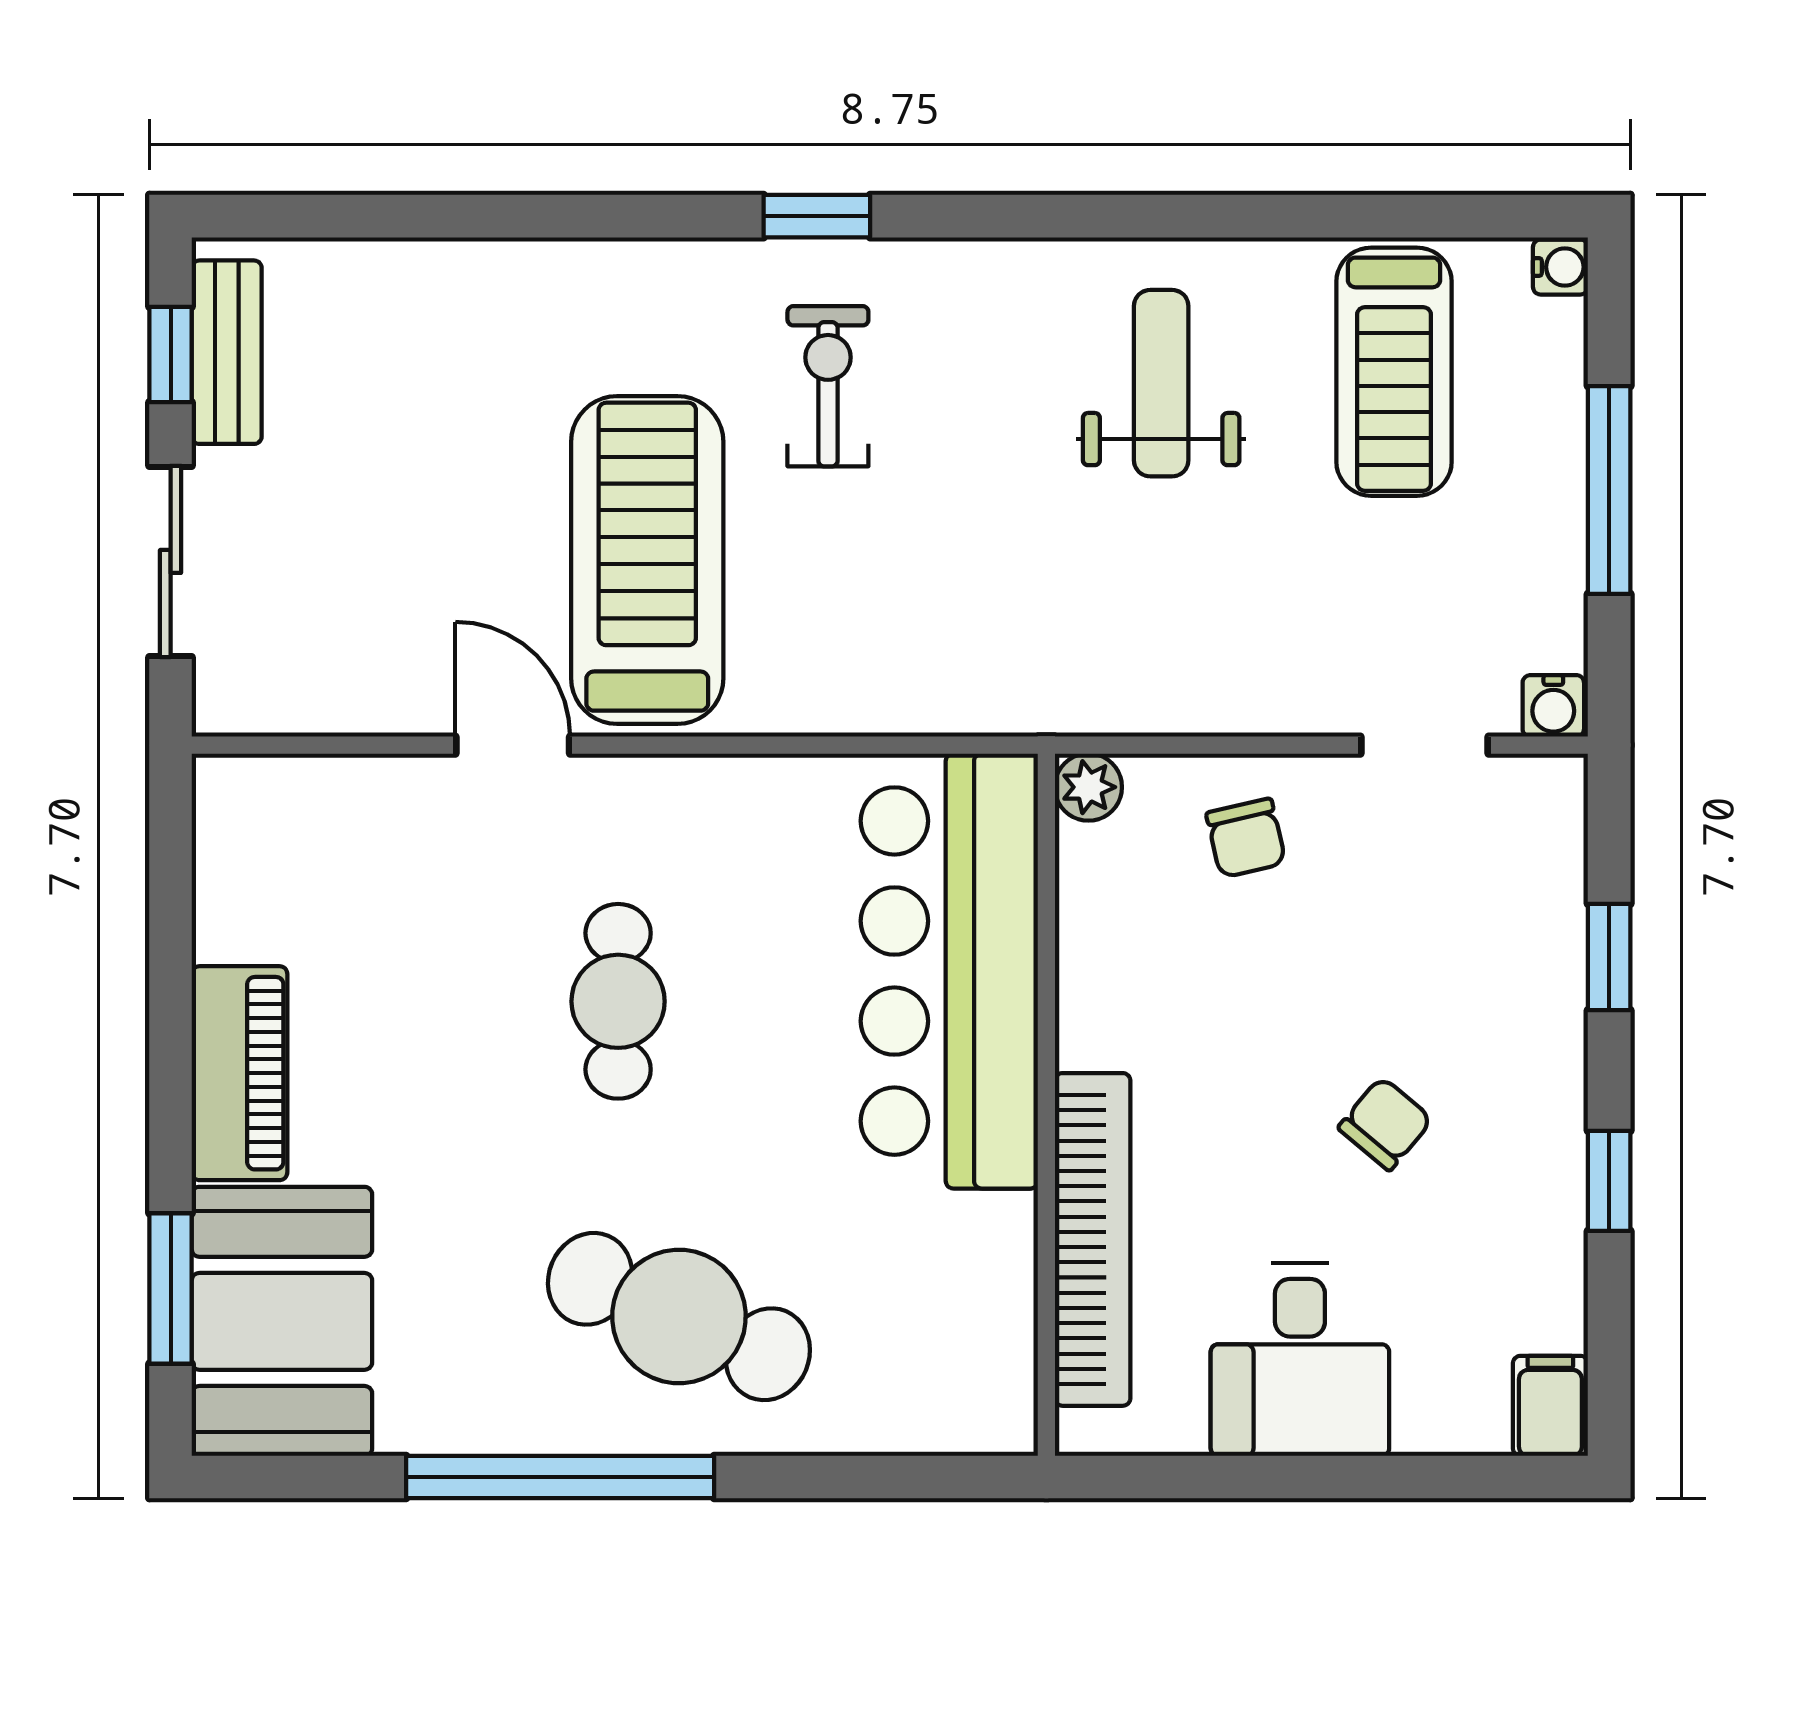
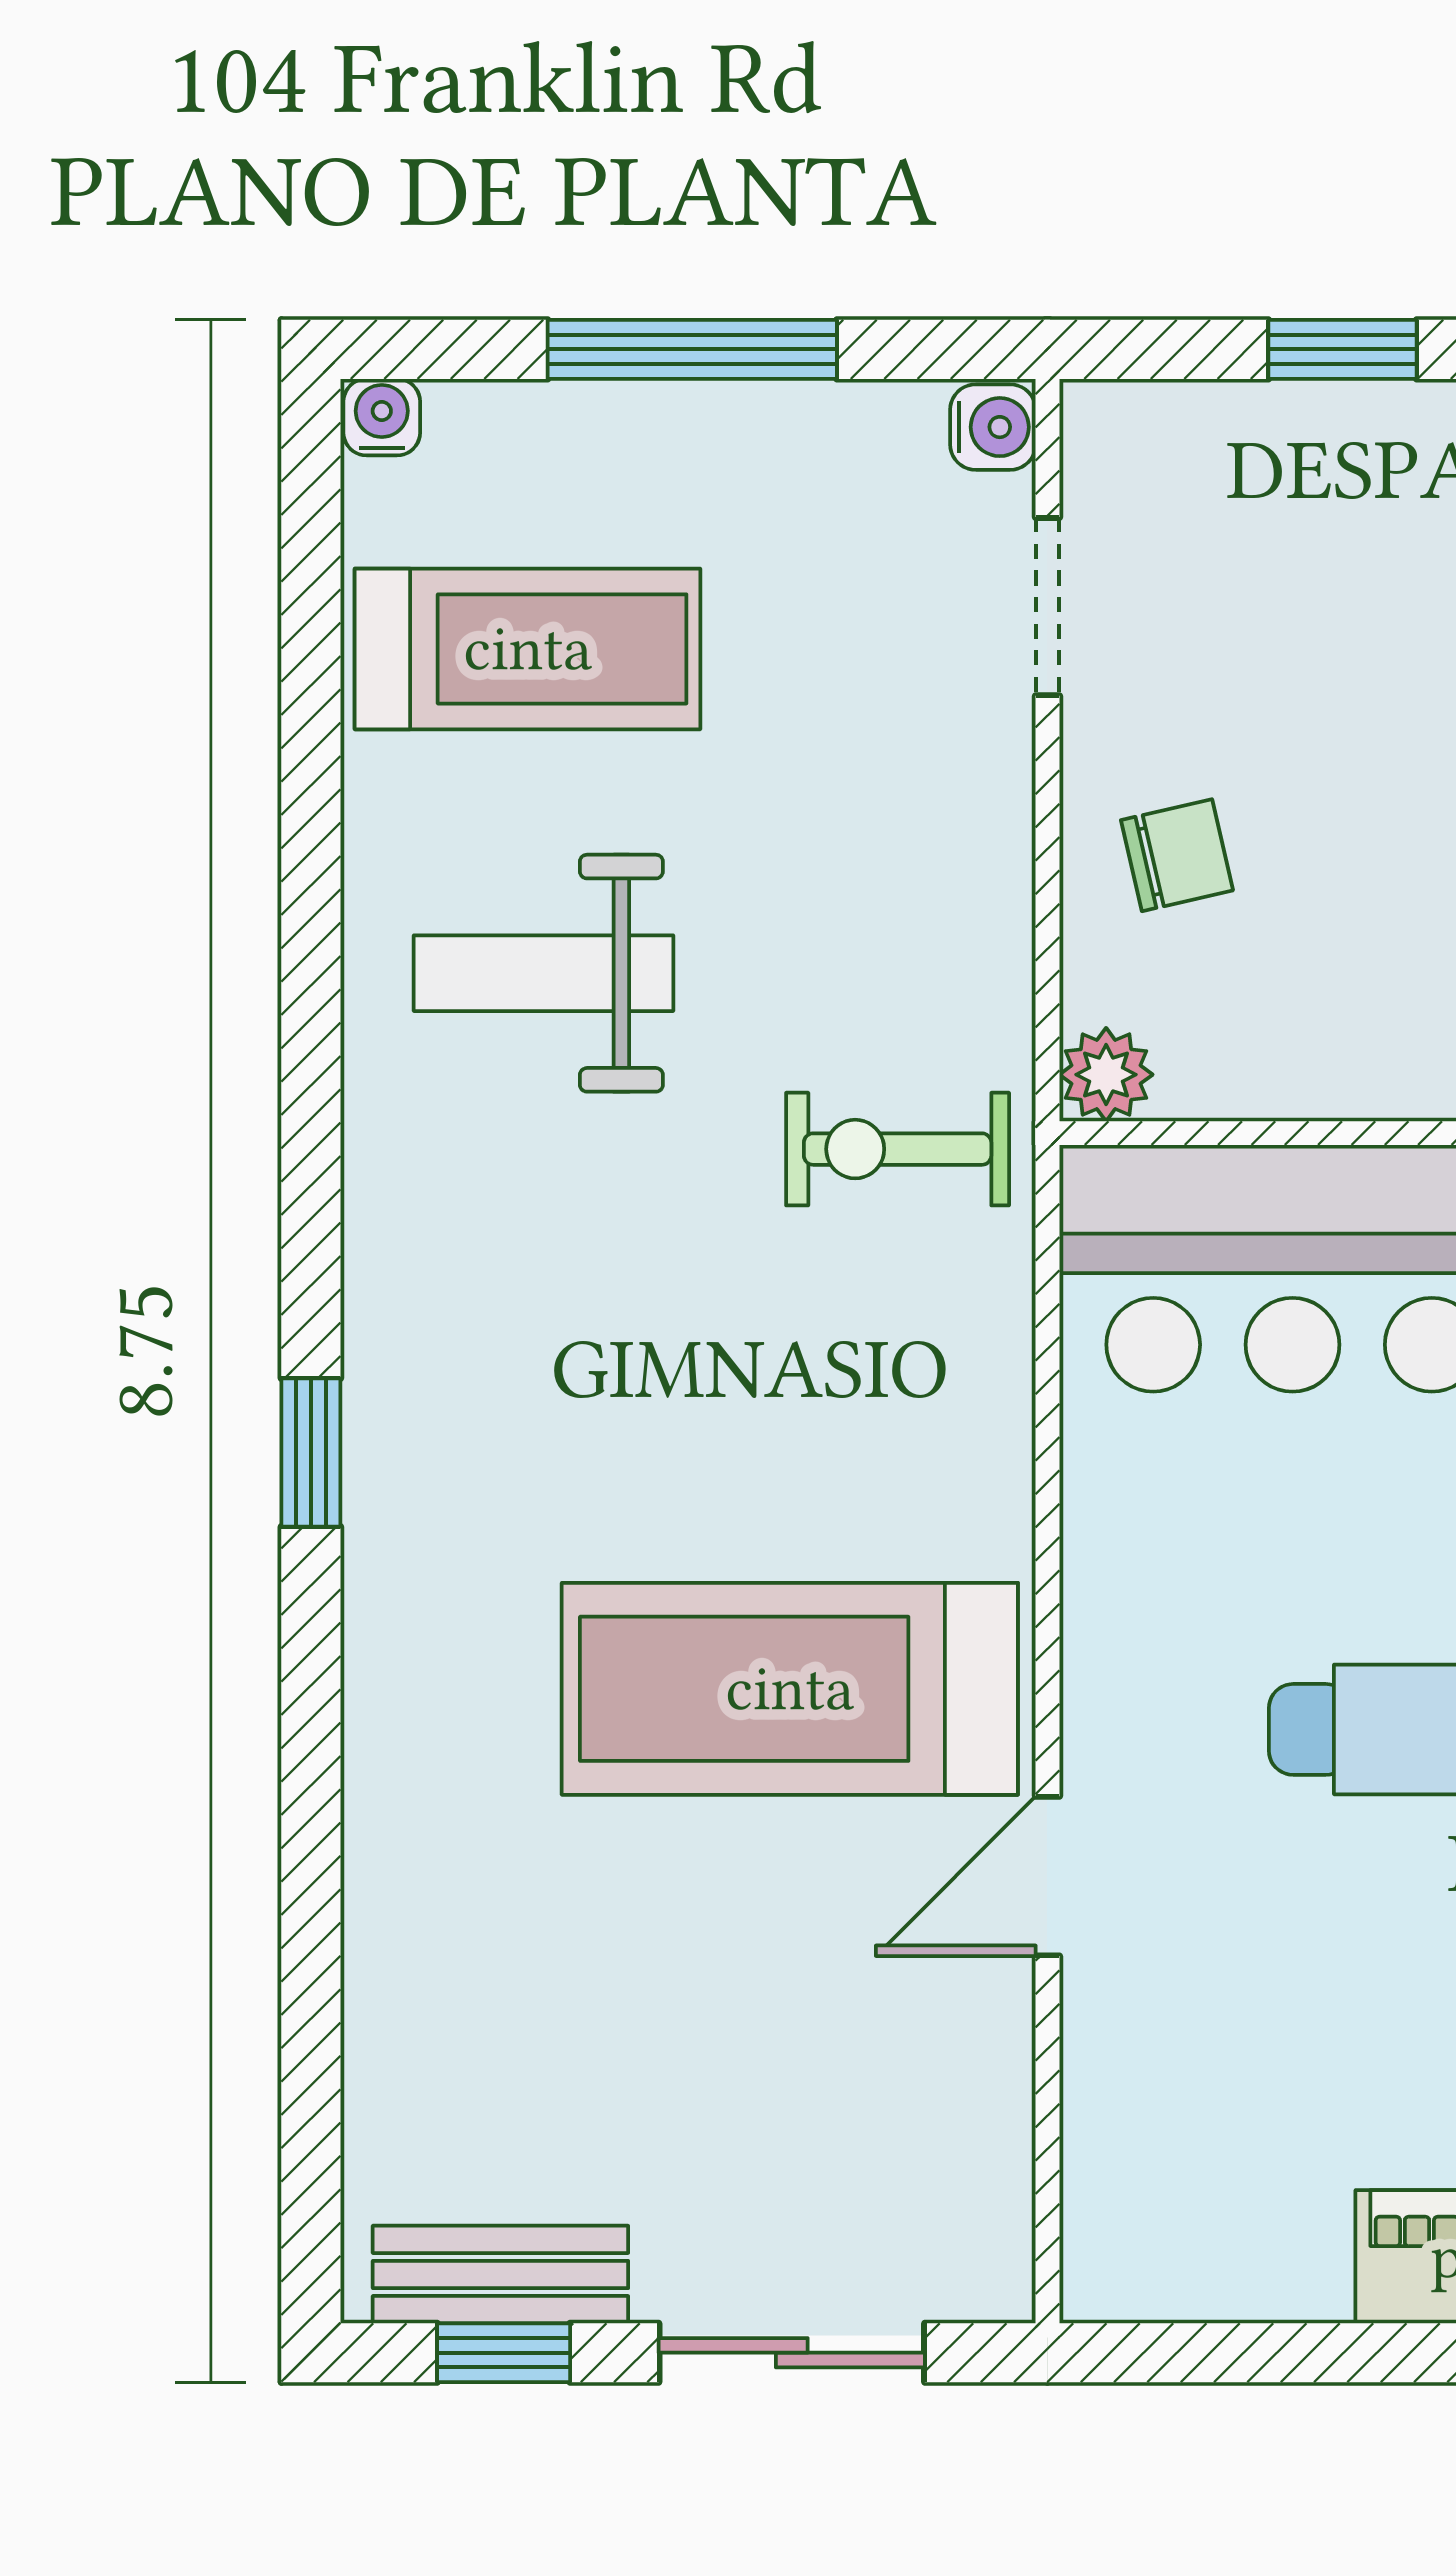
exercise bike: (828, 386) -> (898, 1149), moved

